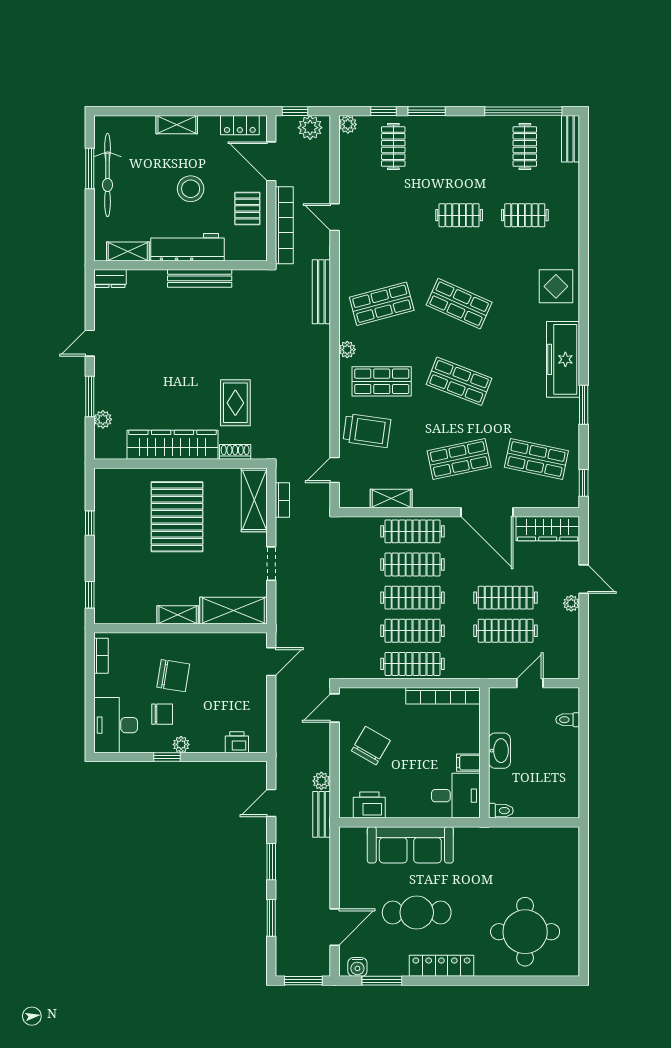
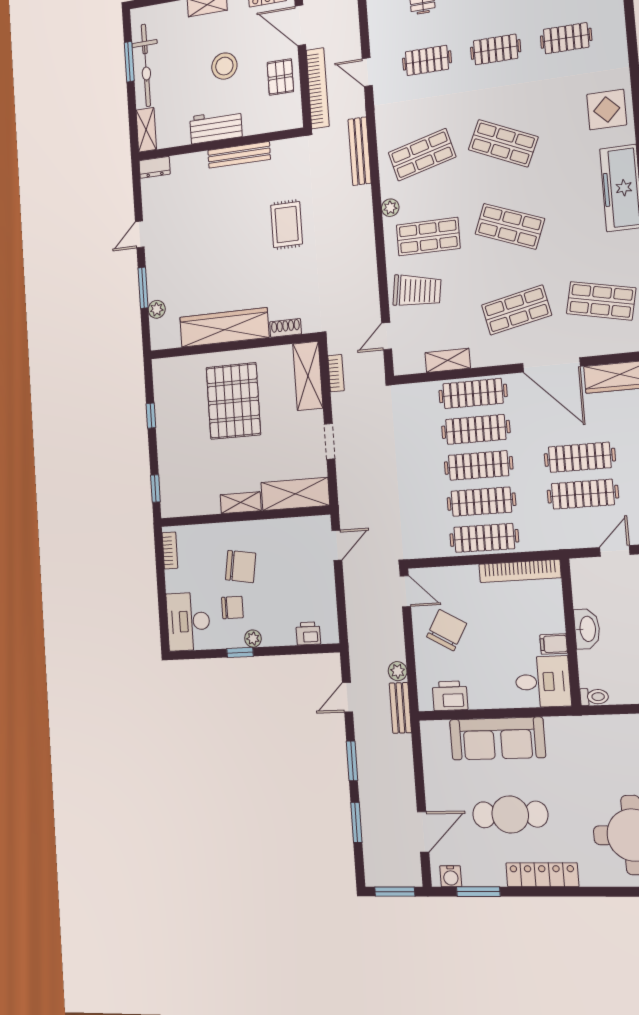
clothes rail: (393, 215) -> (427, 60), added
workbench: (188, 247) -> (216, 127), width x0.73
shelving: (128, 251) -> (146, 130), moved, turned 90
rug: (235, 403) -> (287, 225), moved
door: (335, 708) -> (405, 591), swing flipped

